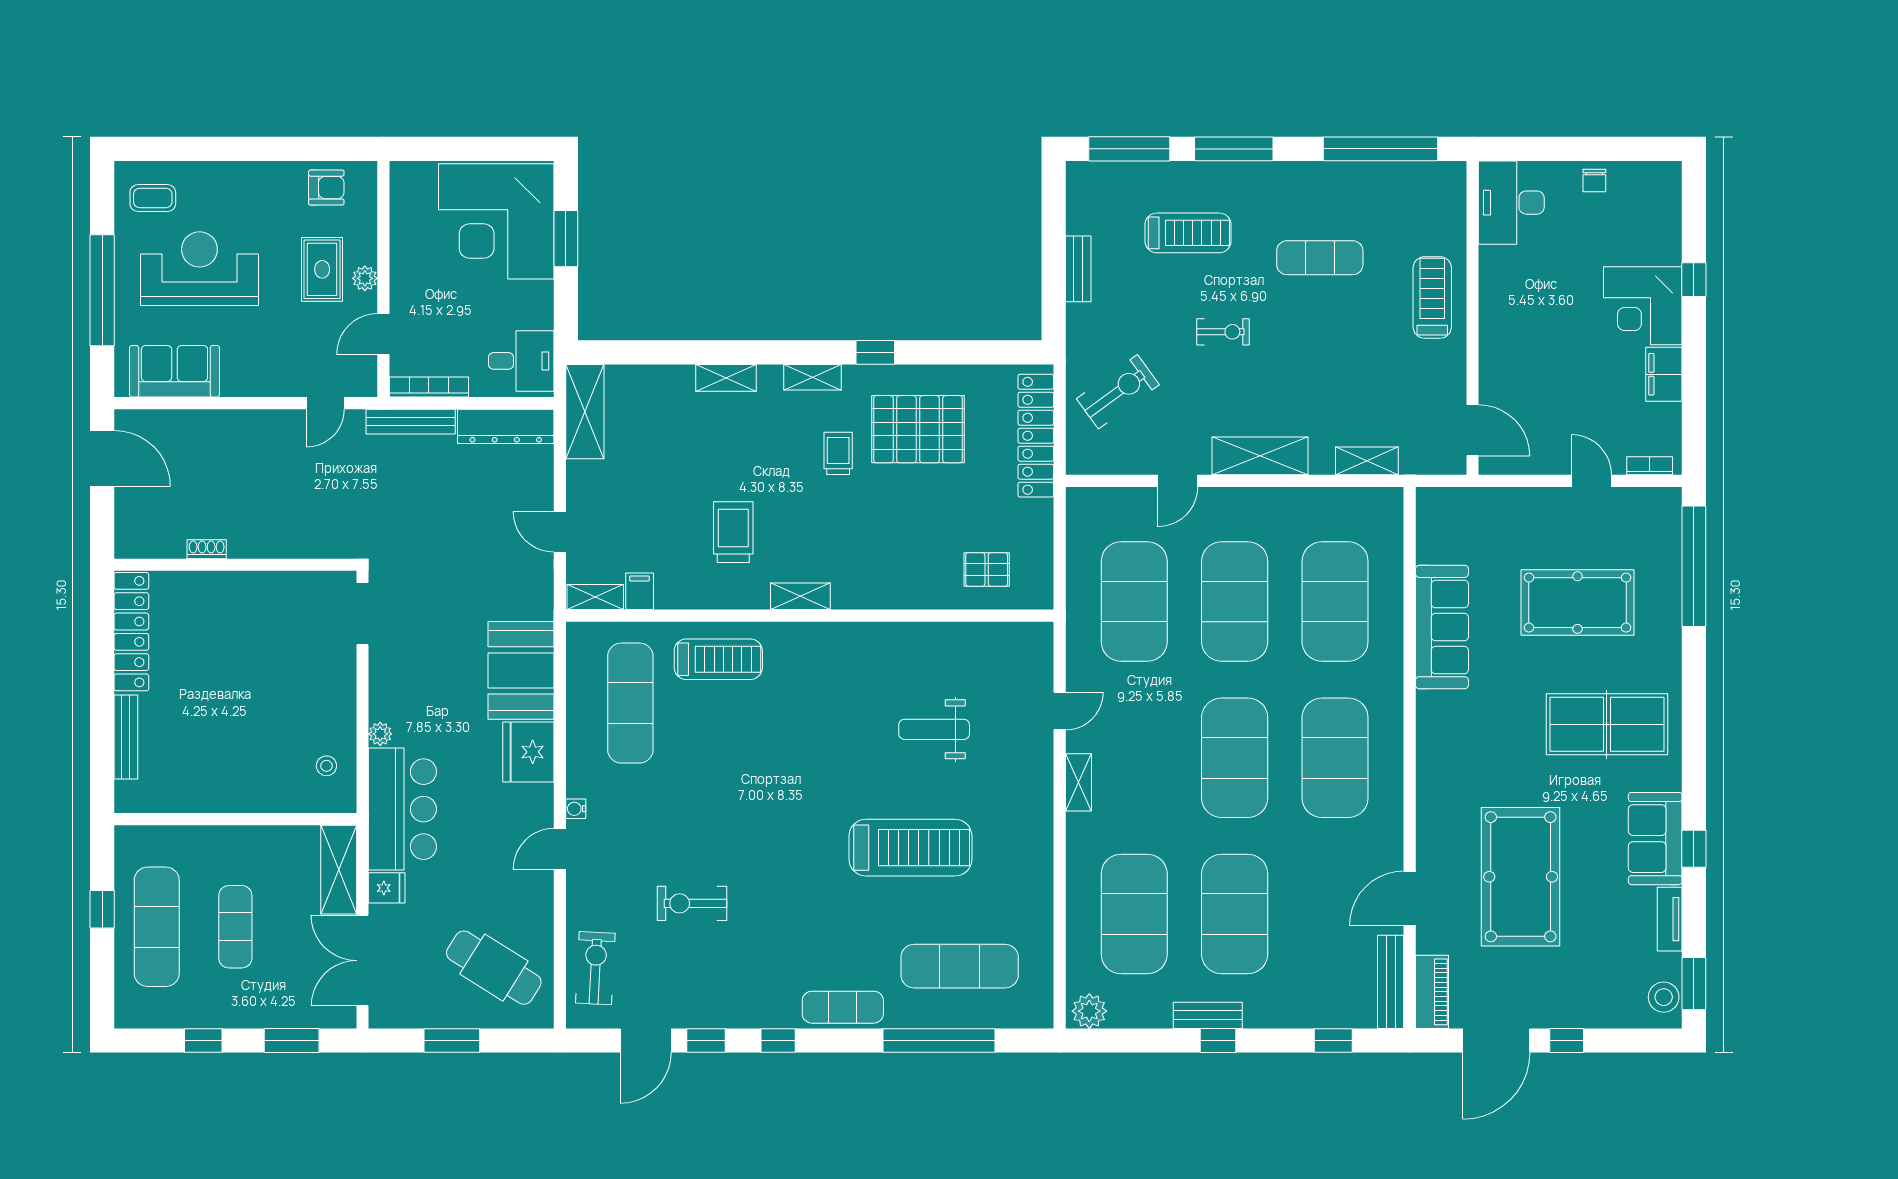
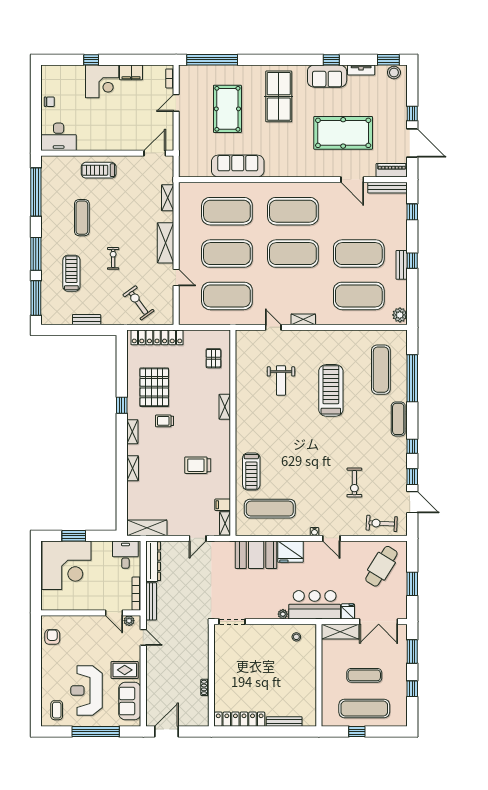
rug: (322, 269) -> (125, 670), moved
plant: (365, 278) -> (129, 621), moved
shelving: (800, 596) -> (225, 407), moved
treadmill: (718, 659) -> (251, 471), turned 180

